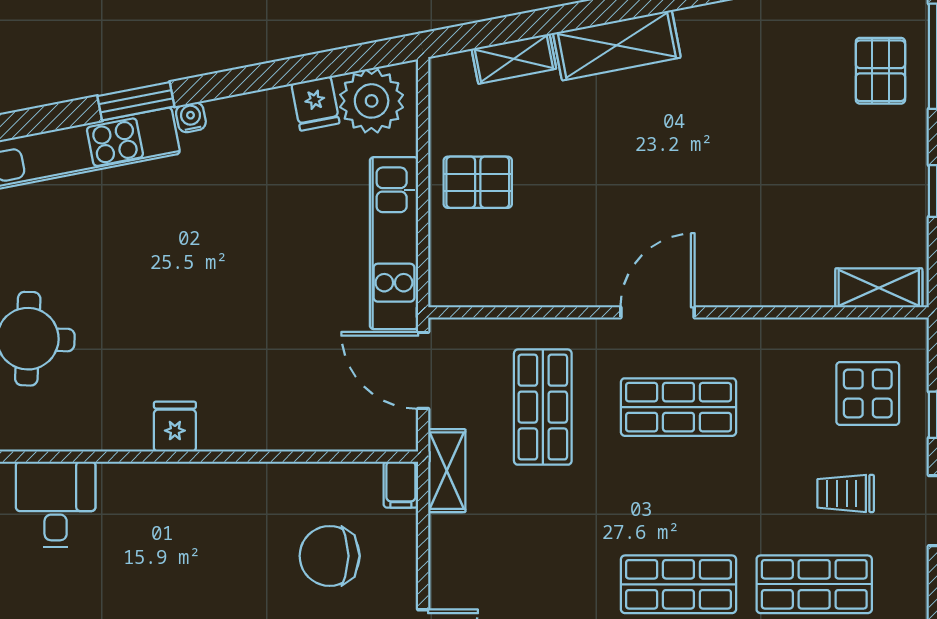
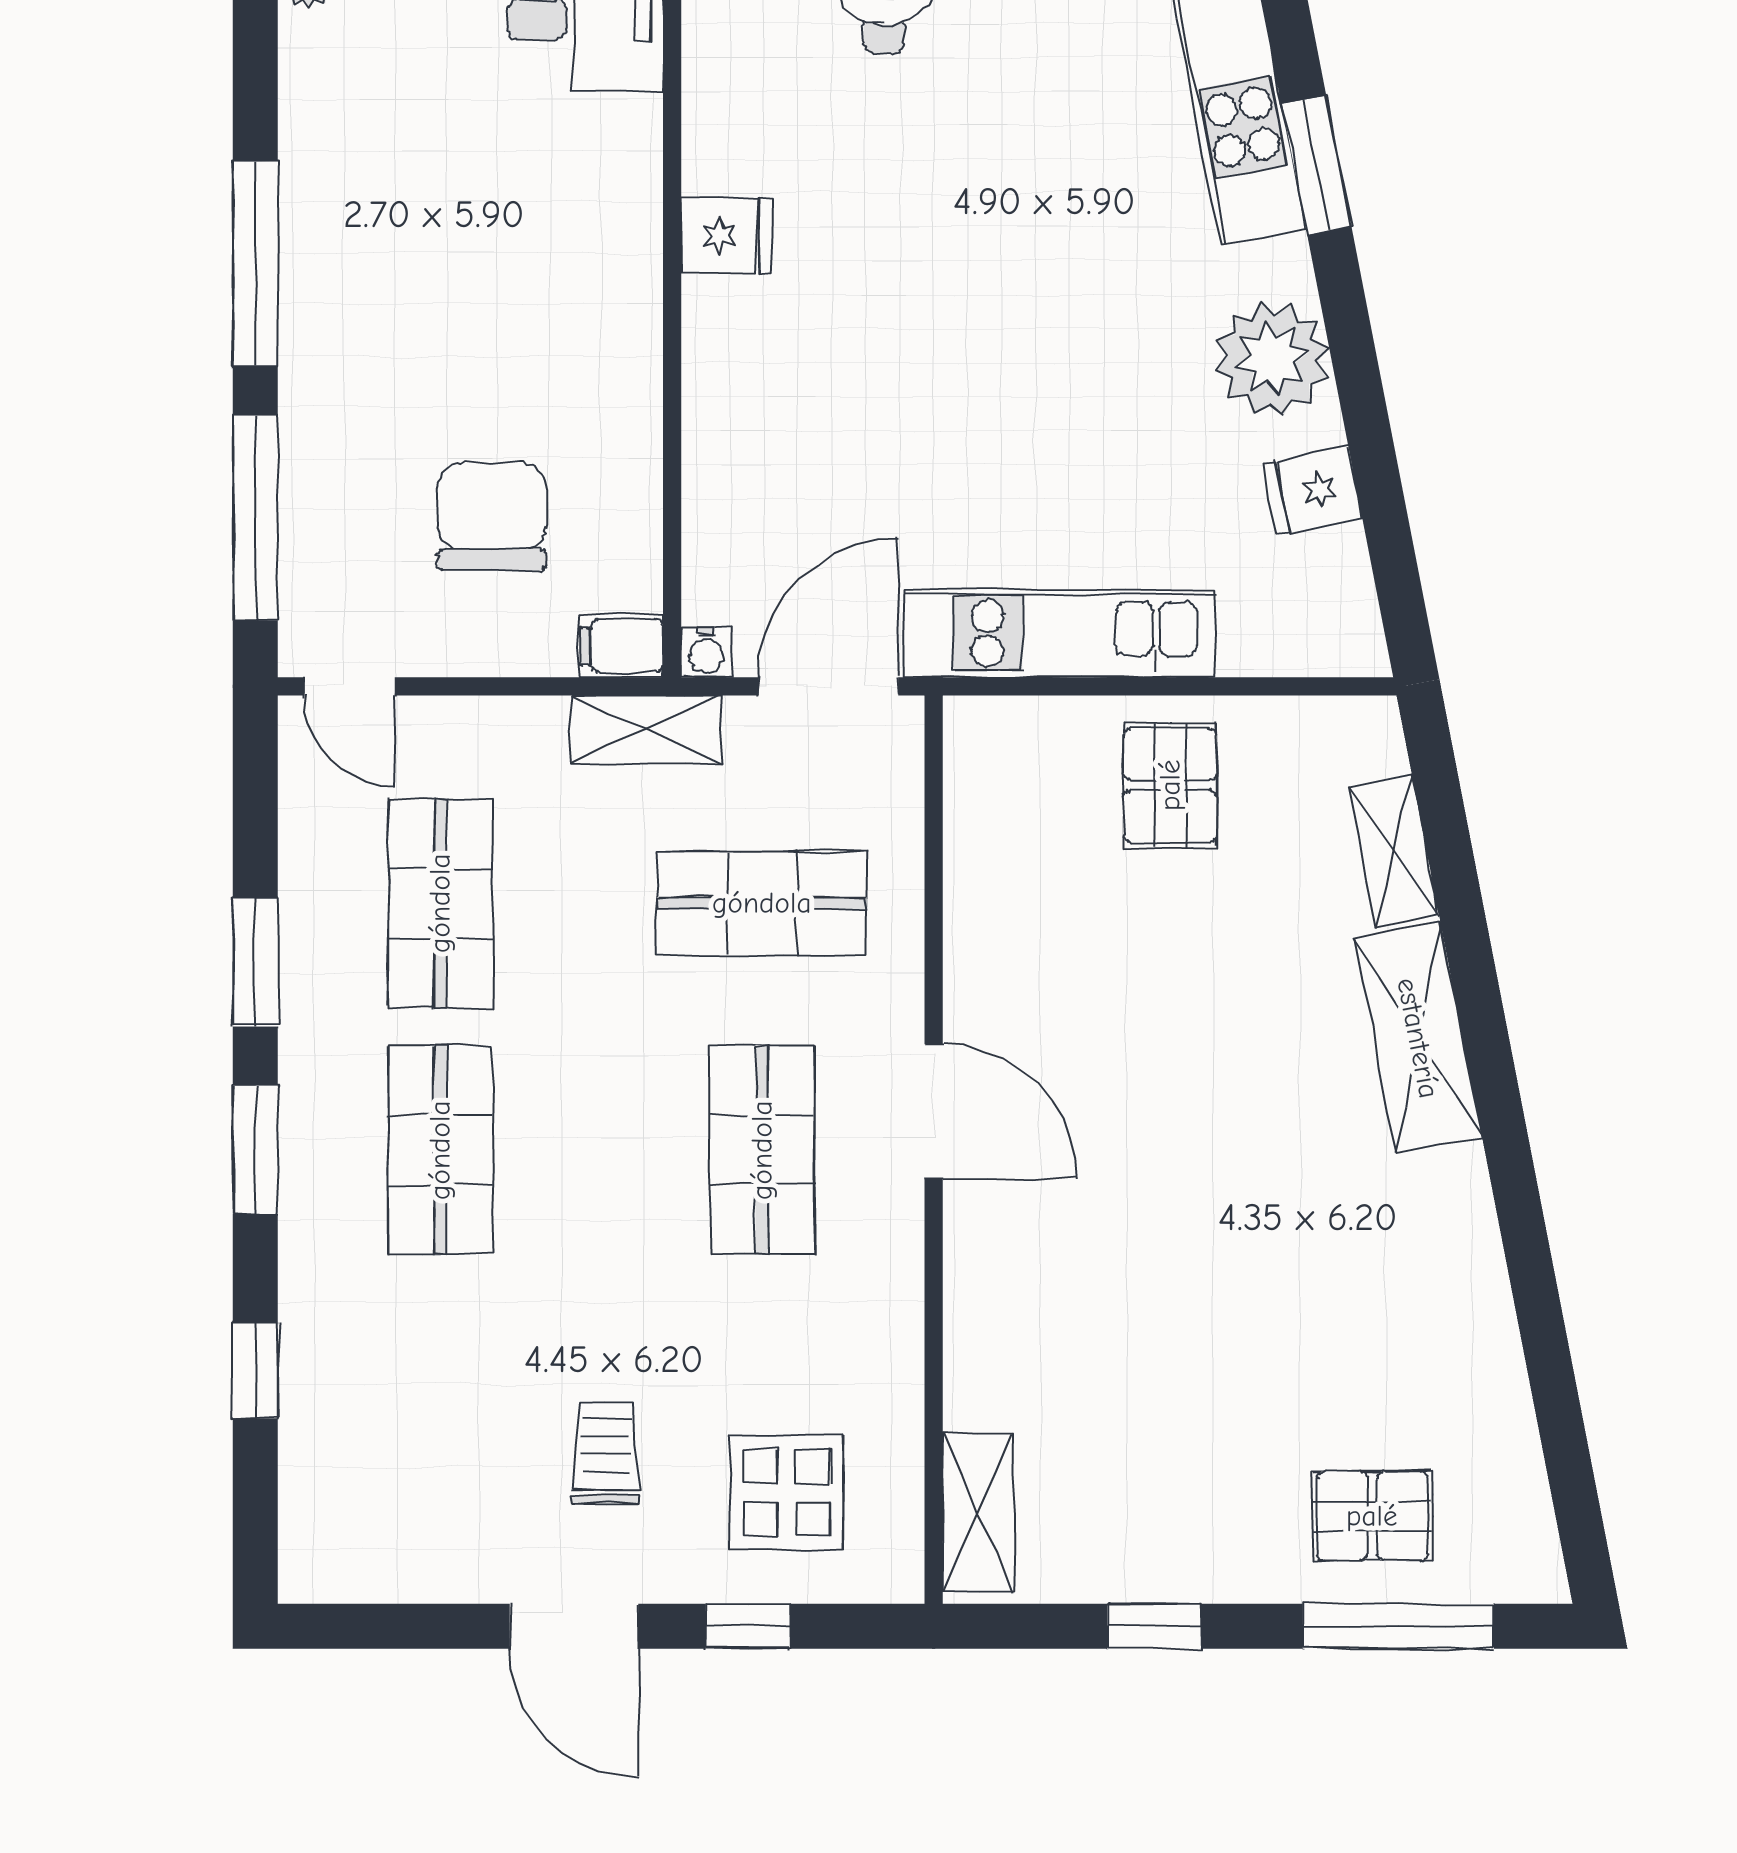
plant: (372, 101) -> (1272, 359), moved
water cooler: (191, 117) -> (706, 652), moved, turned 101
shop shelf: (814, 584) -> (440, 903), moved

